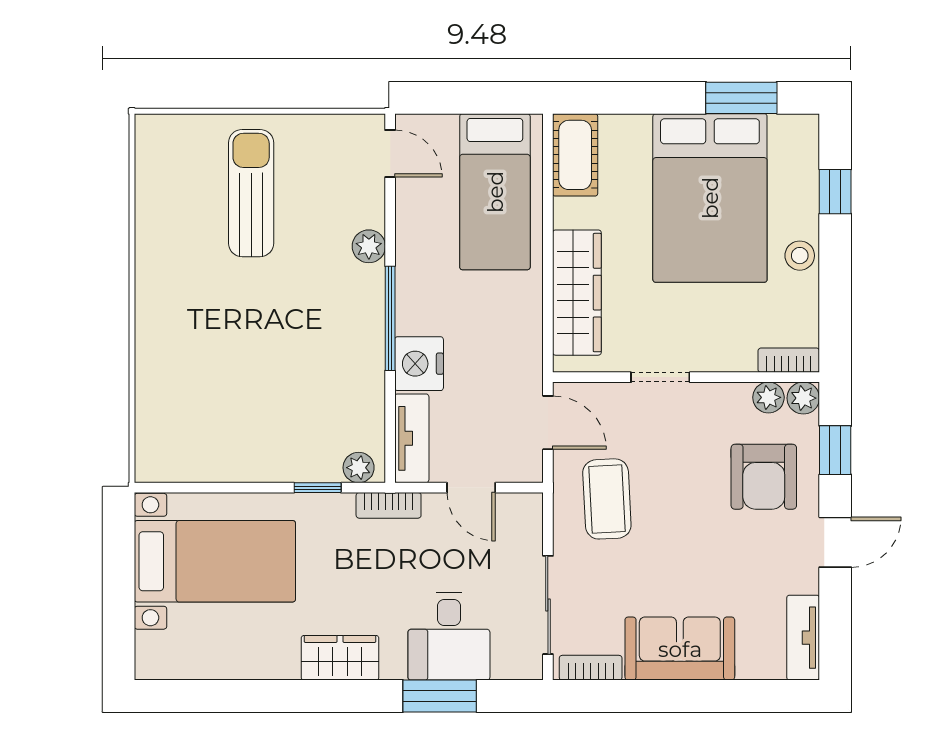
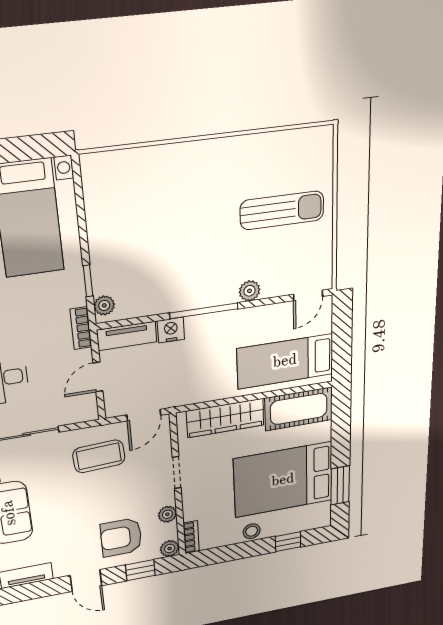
cot: (575, 155) -> (299, 409), width x1.37, depth x1.34
nightstand: (419, 364) -> (171, 330), width x0.74, depth x0.75
plant: (768, 397) -> (167, 514), moved

